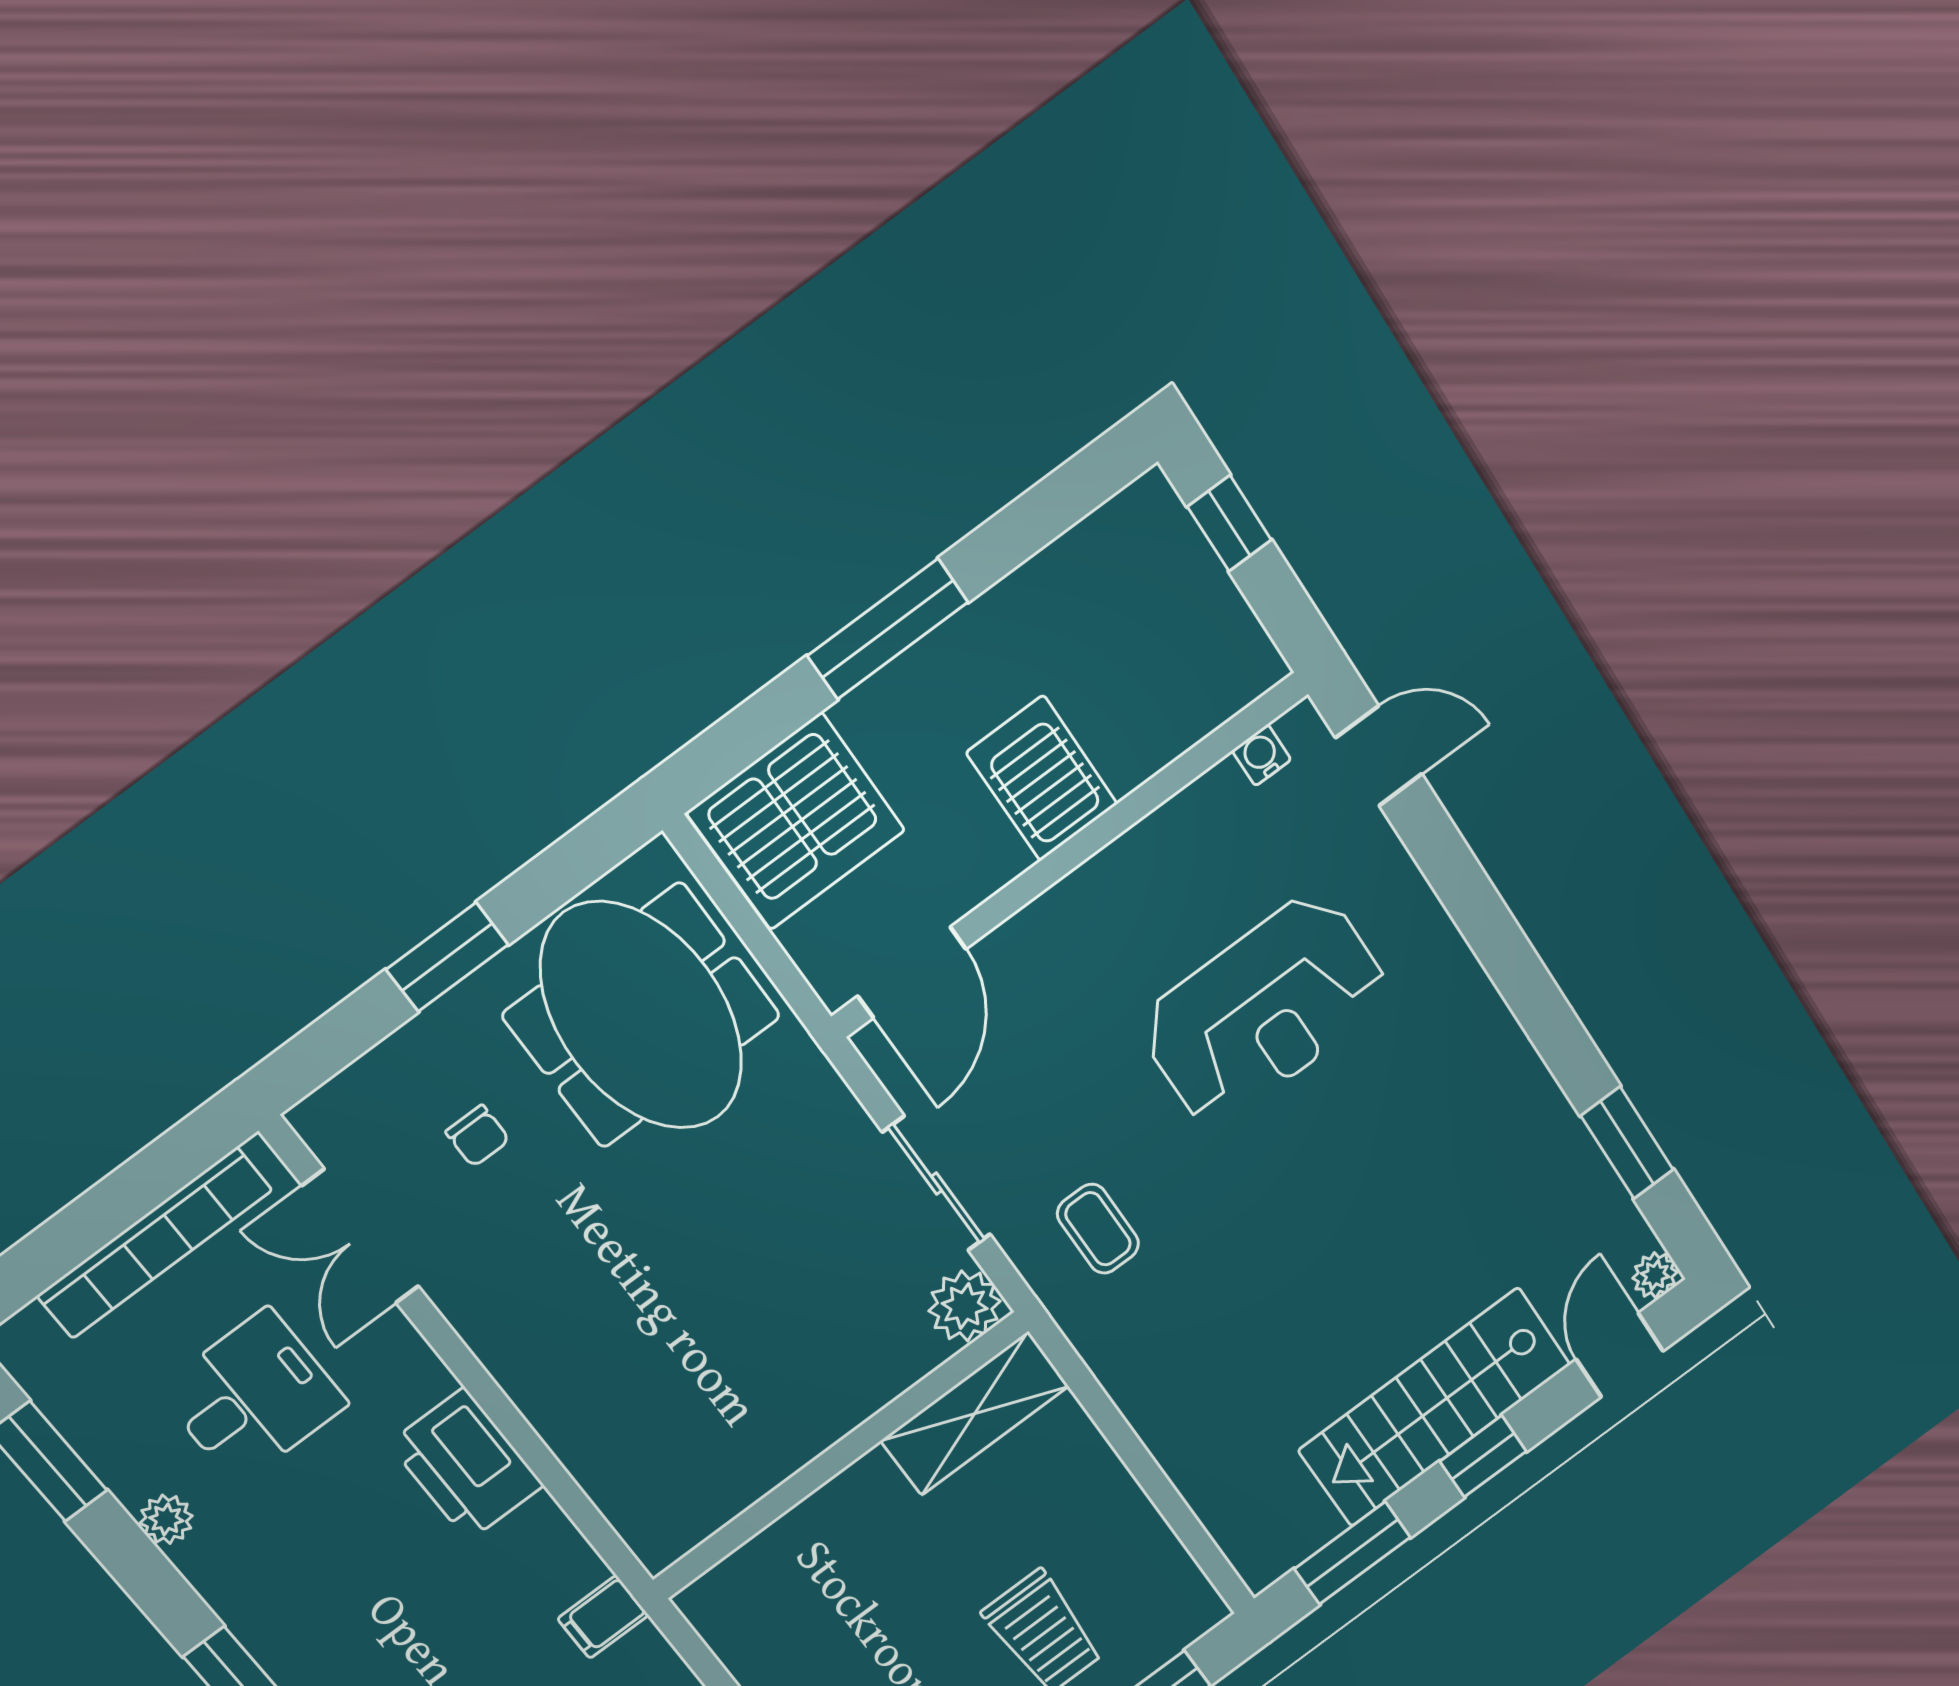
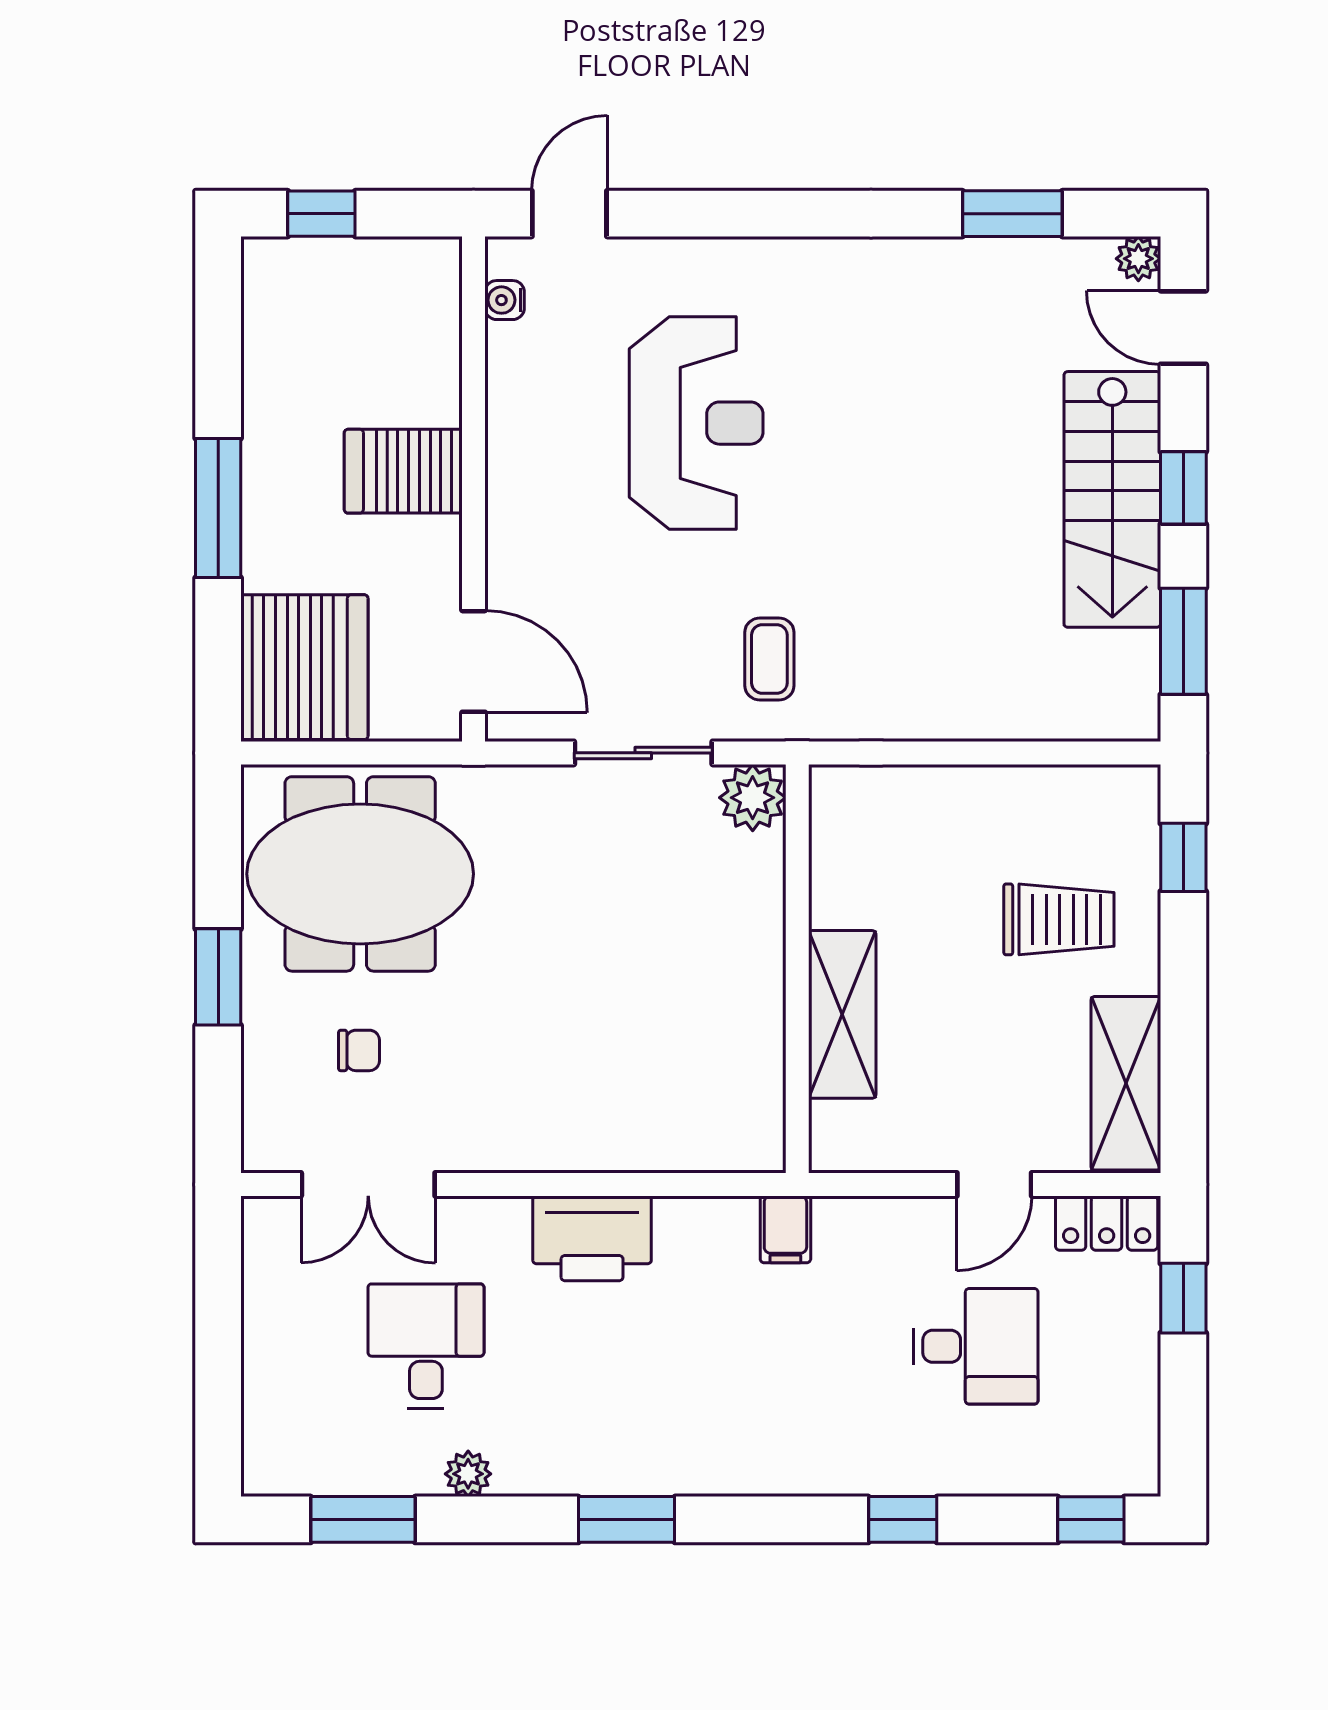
coffee table: (1098, 1229) -> (769, 659), turned 90
bookcase: (155, 1243) -> (265, 1326), removed
shelving: (975, 1414) -> (842, 1014), moved

